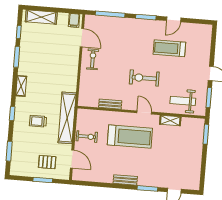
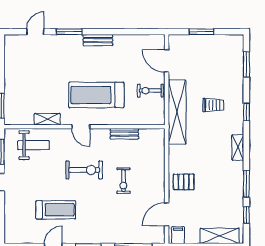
door: (82, 38) -> (167, 214), hinge flipped
exercise bike: (93, 59) -> (123, 181), moved
pallet: (47, 162) -> (184, 182), moved

